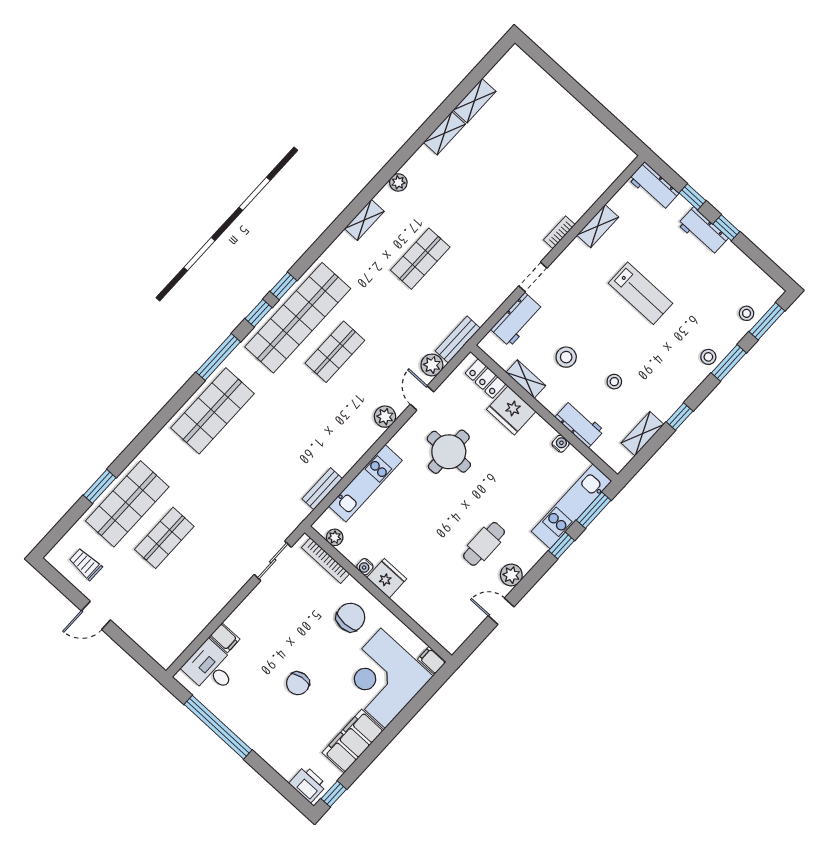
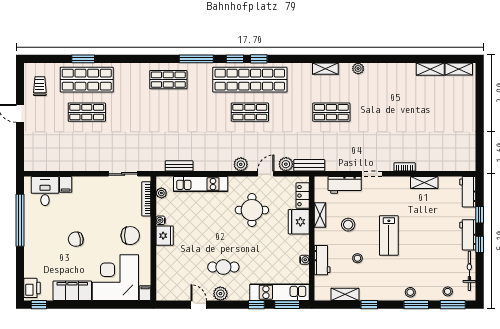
shelving: (444, 133) -> (459, 69), moved
bicycle: (746, 267) -> (469, 271), added
lab bench: (641, 293) -> (389, 236), moved
shop shelf: (212, 411) -> (168, 80), width x0.70, depth x0.74

